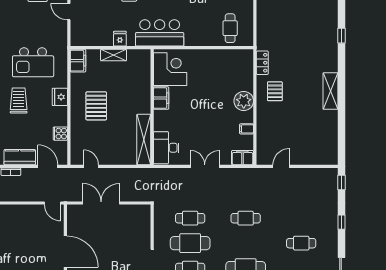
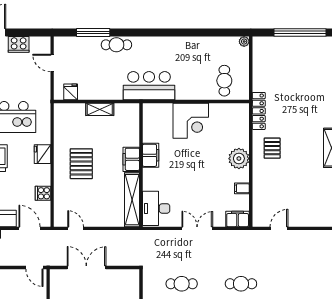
fridge: (120, 39) -> (71, 92), moved
filing cabinet: (78, 61) -> (131, 159), moved, turned 180
locker: (262, 63) -> (259, 111), width x1.53
corner desk: (170, 69) -> (191, 121), moved, turned 90

